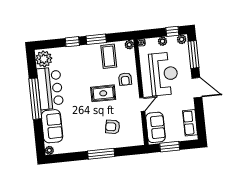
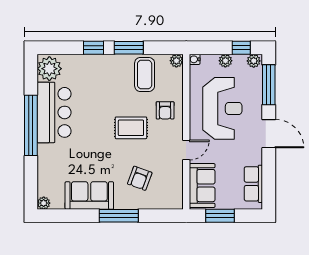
sofa: (52, 126) -> (89, 196), moved, turned -90
armchair: (113, 127) -> (140, 178), turned -80

